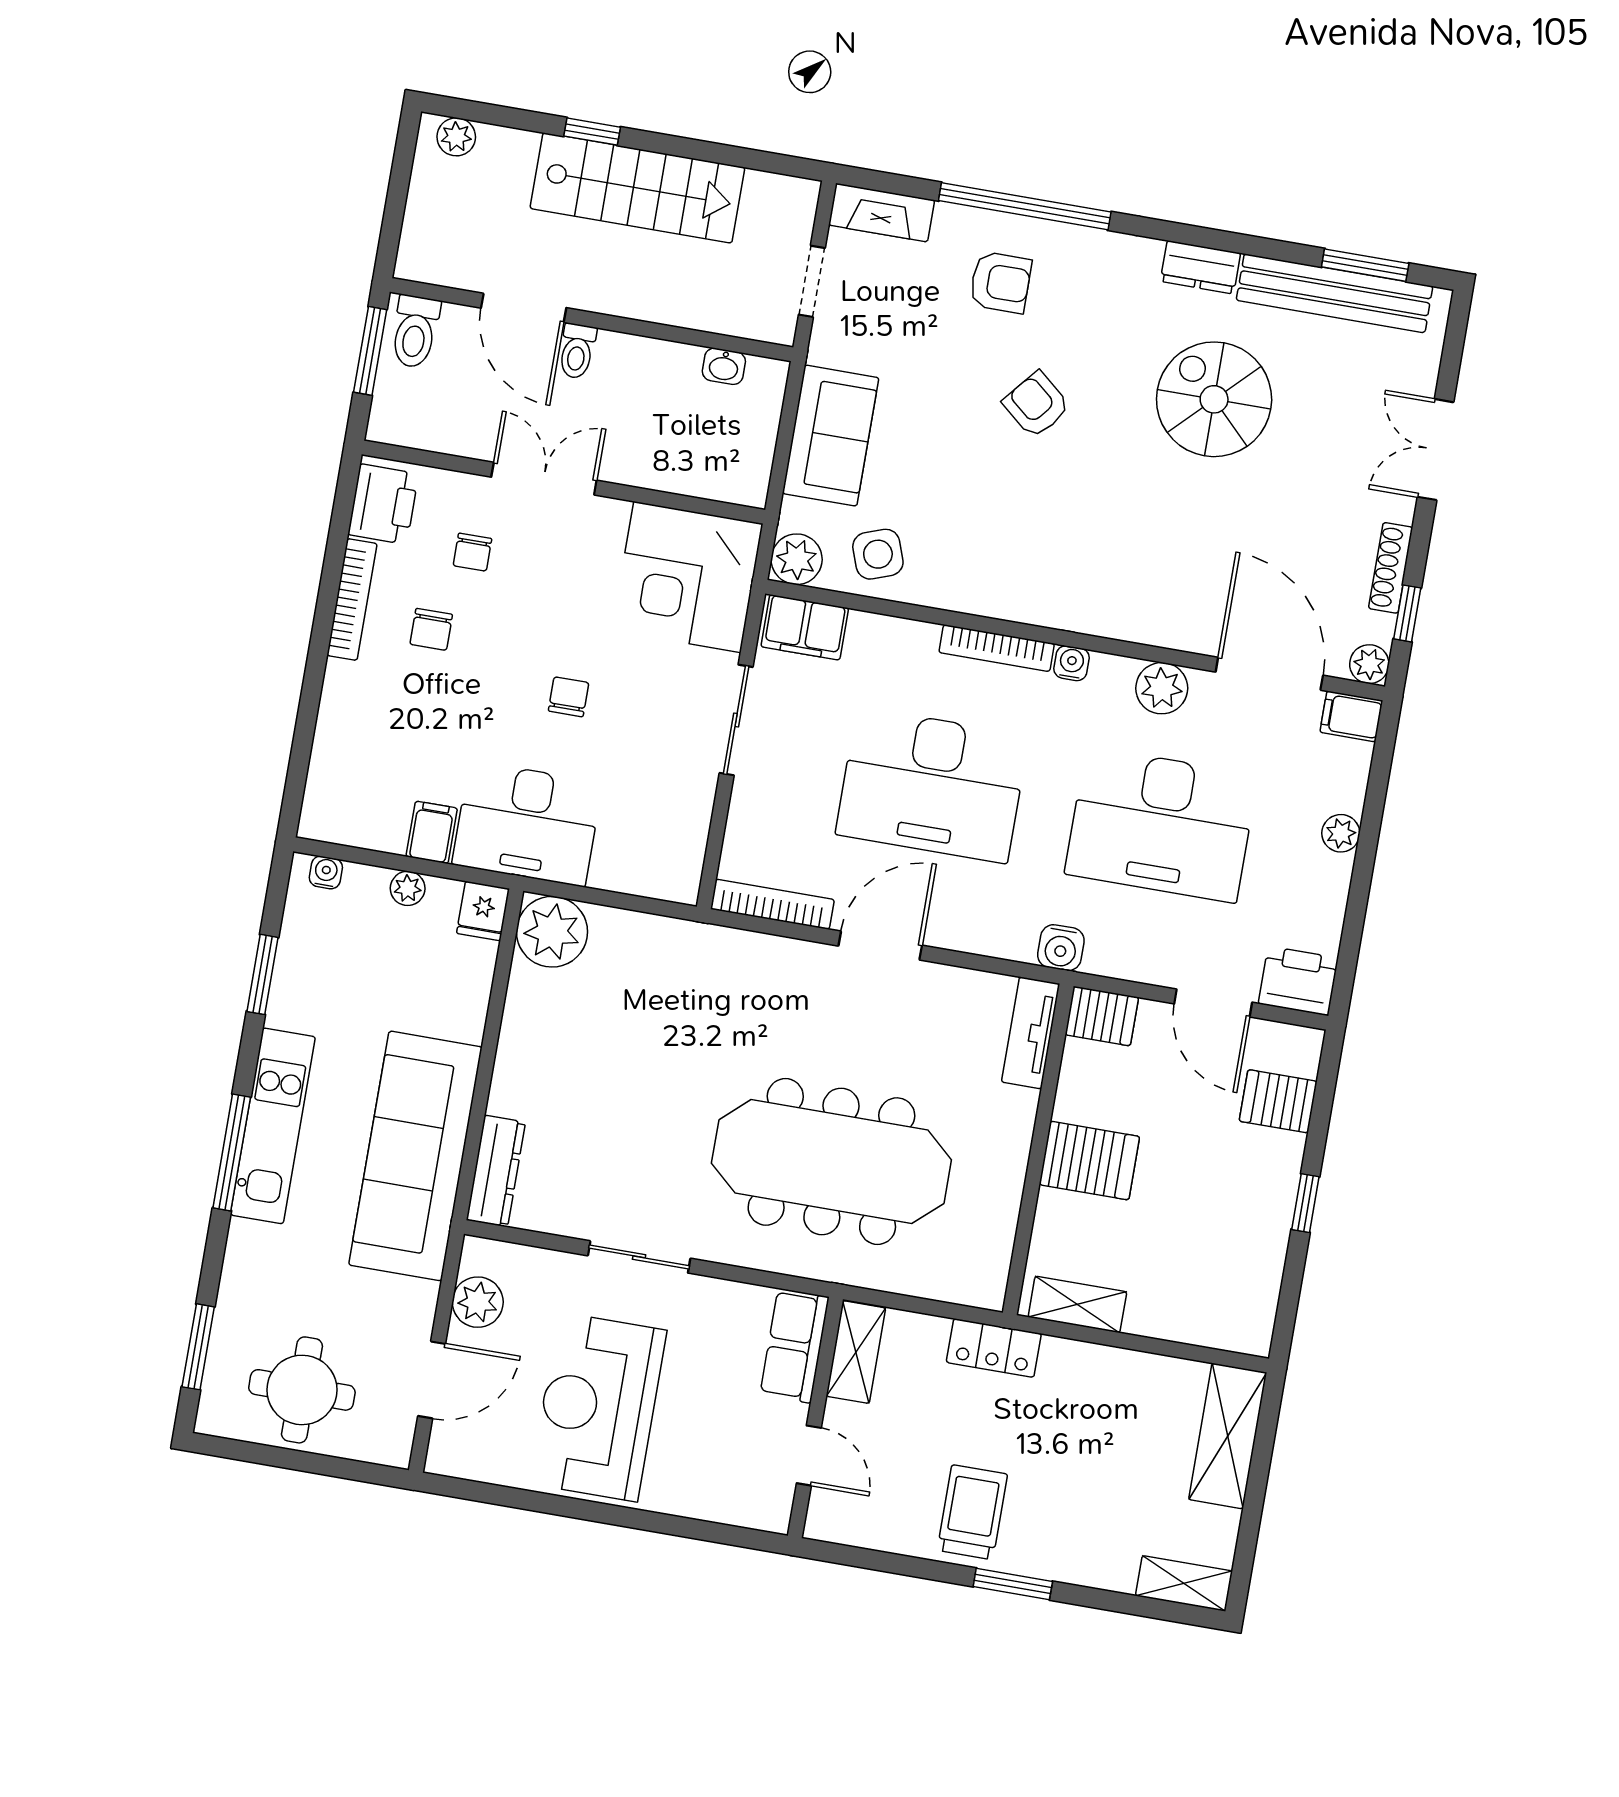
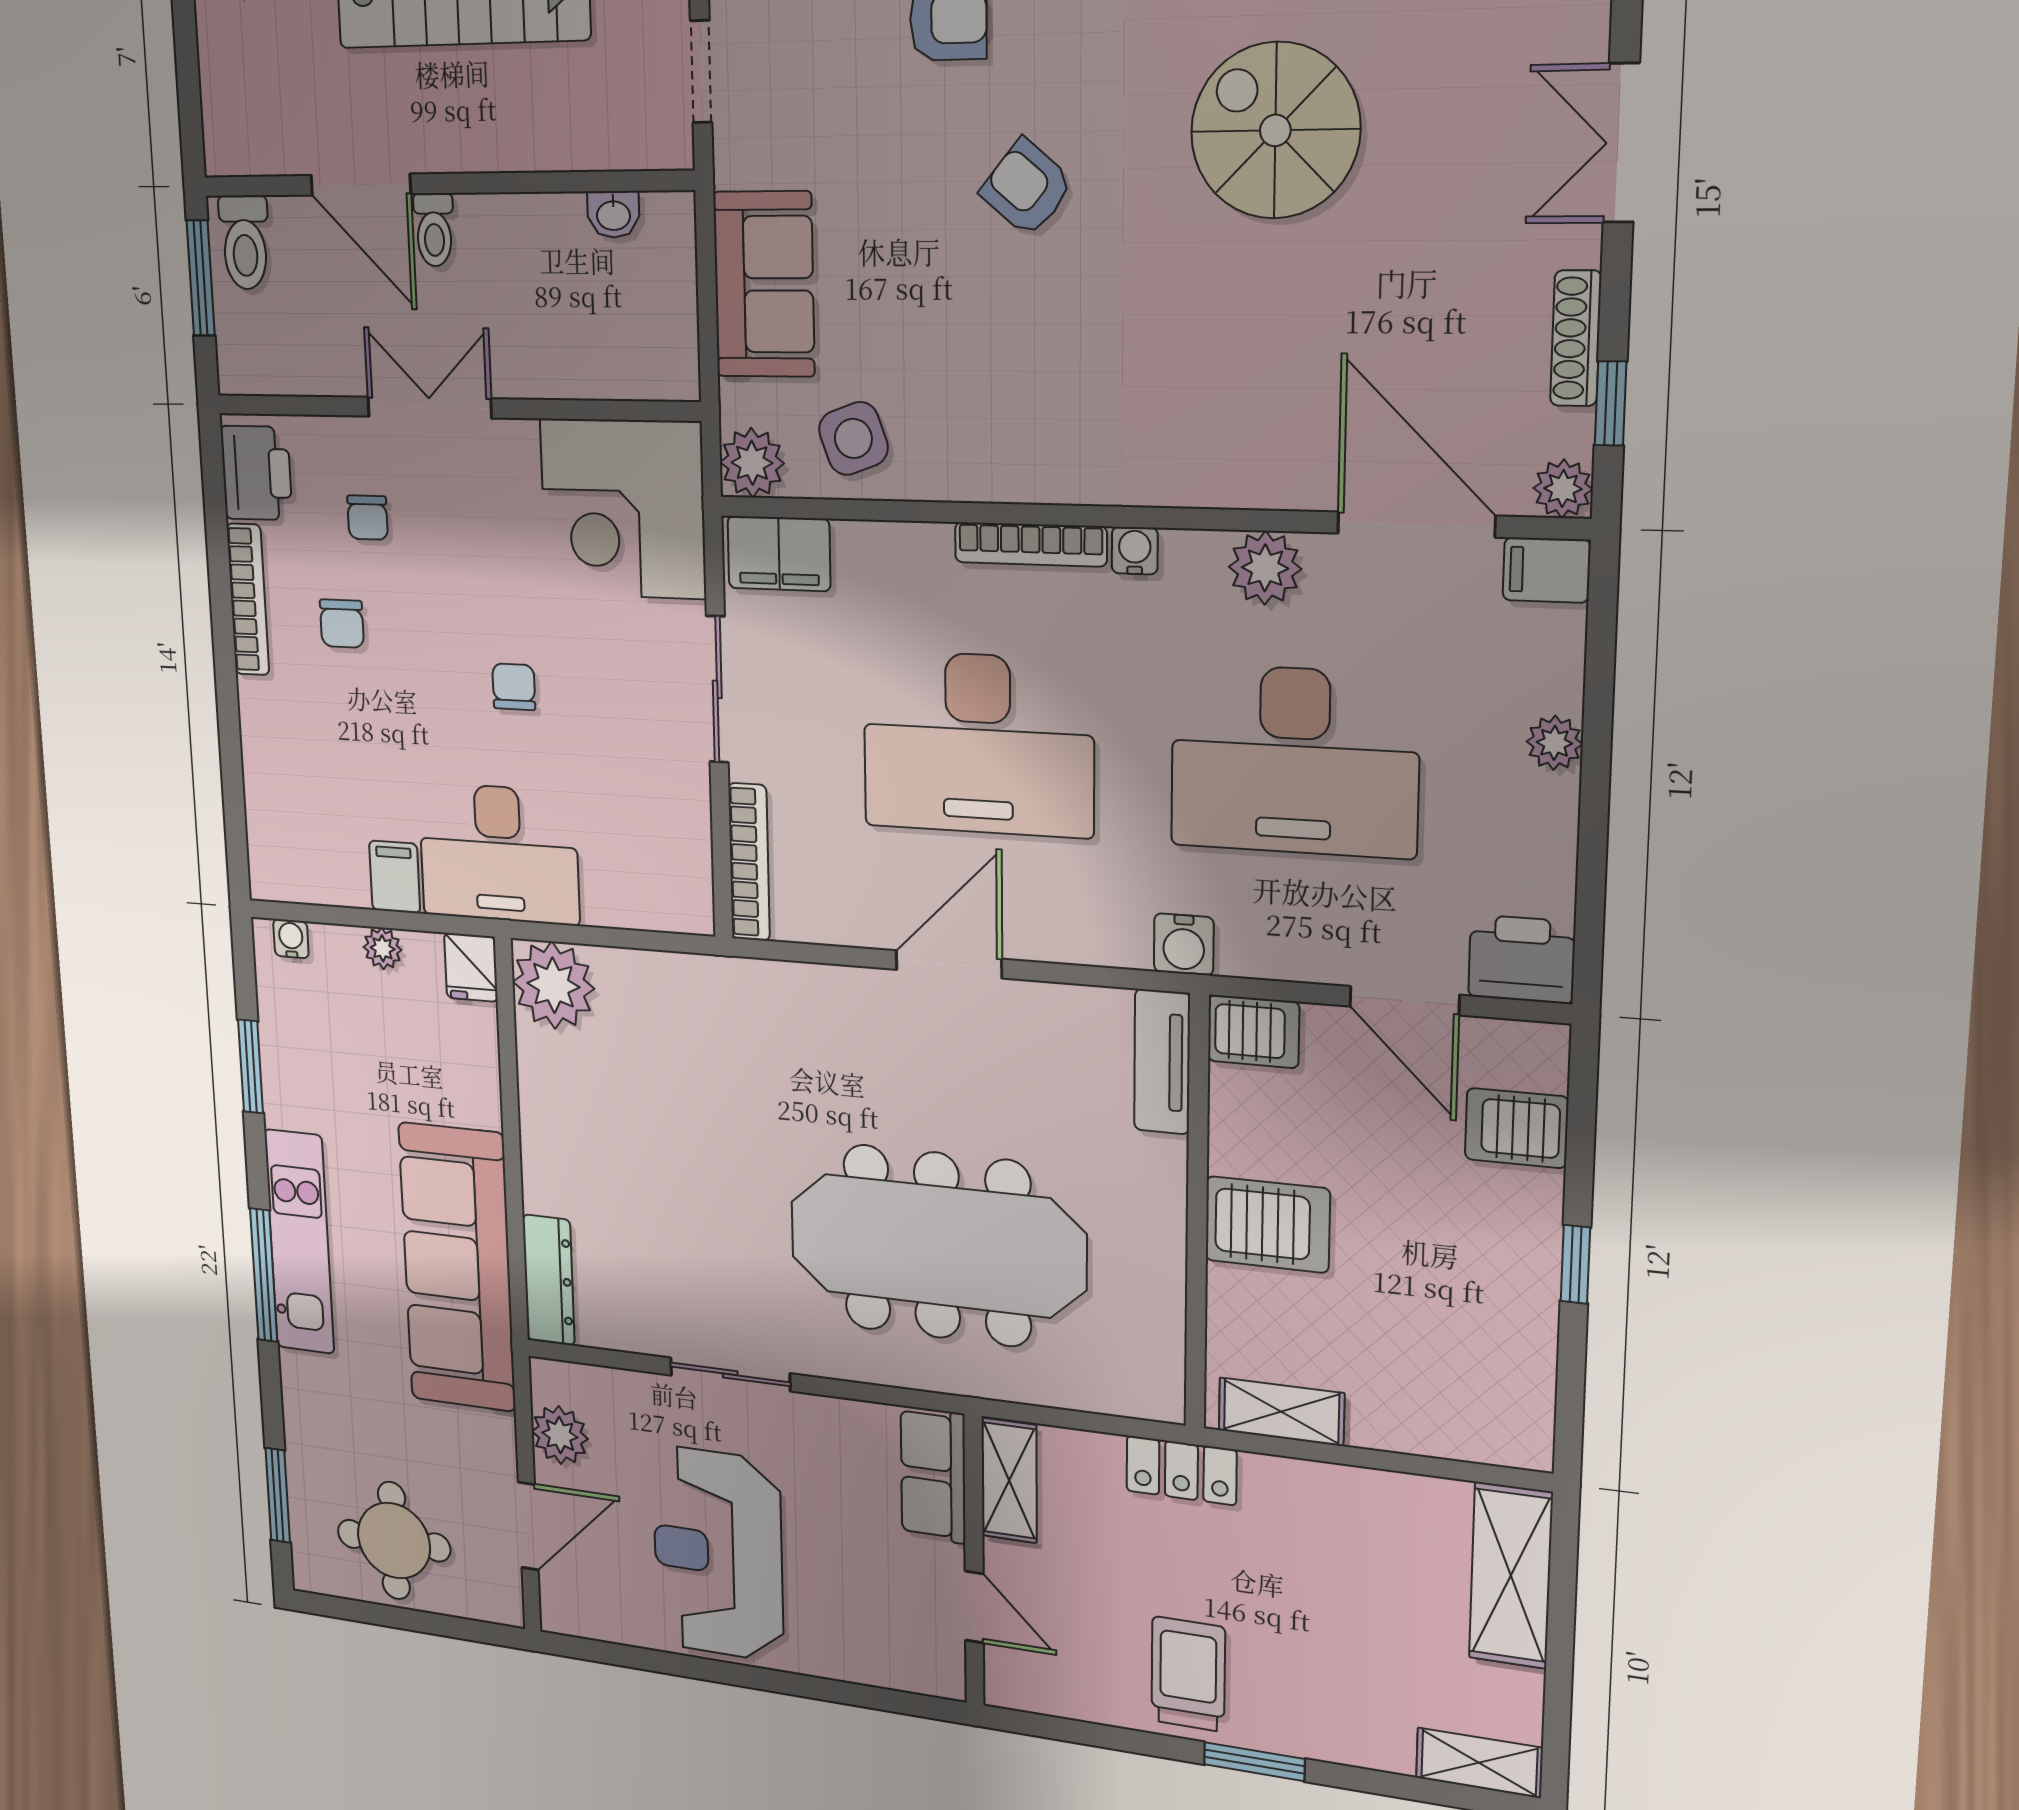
bookcase: (772, 904) -> (749, 862), moved, turned 90

